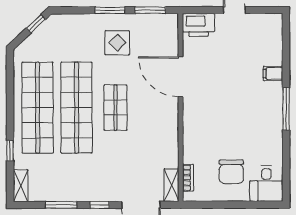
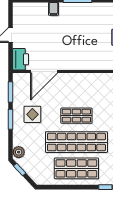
plant: (61, 22) -> (19, 152), added
door: (181, 77) -> (44, 72), moved
shop shelf: (38, 108) -> (76, 168), width x0.71

